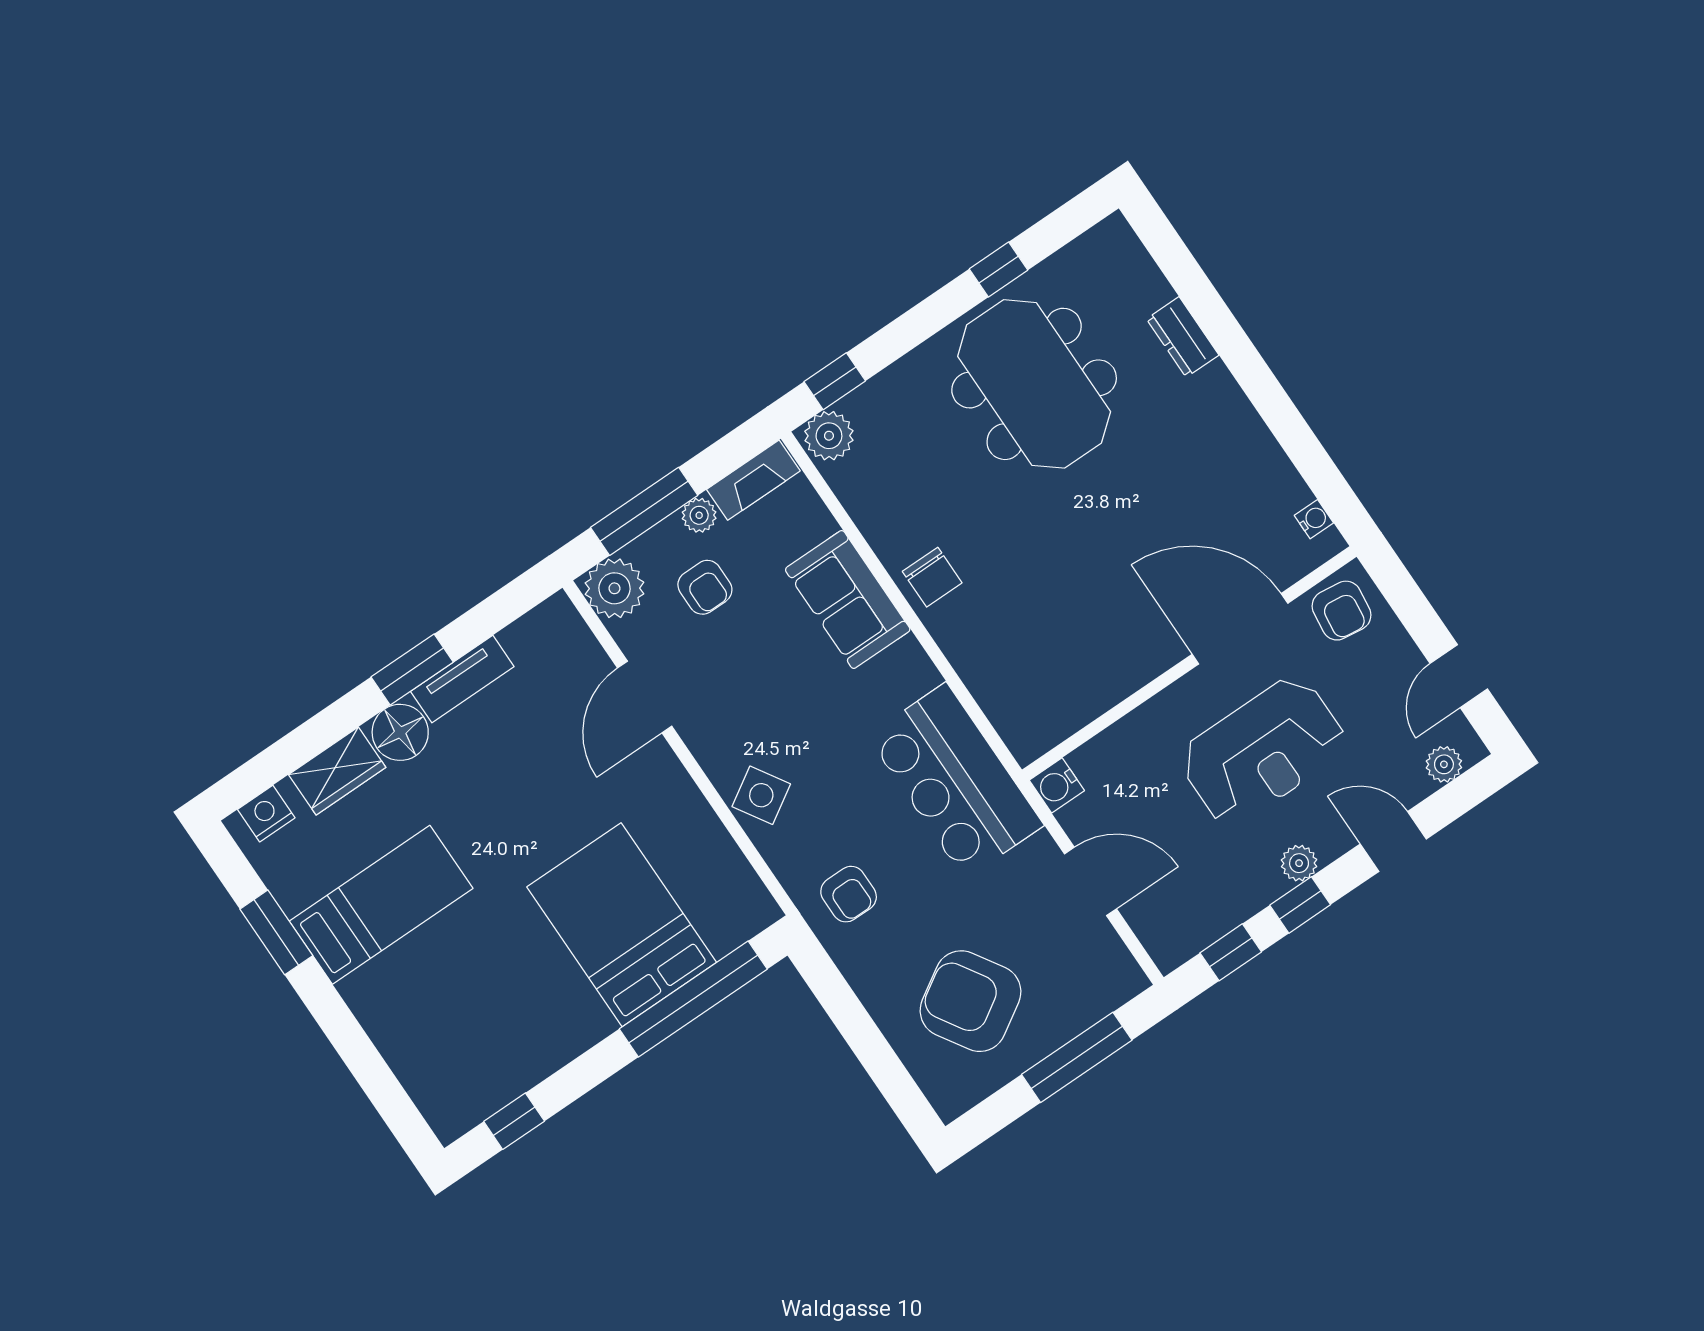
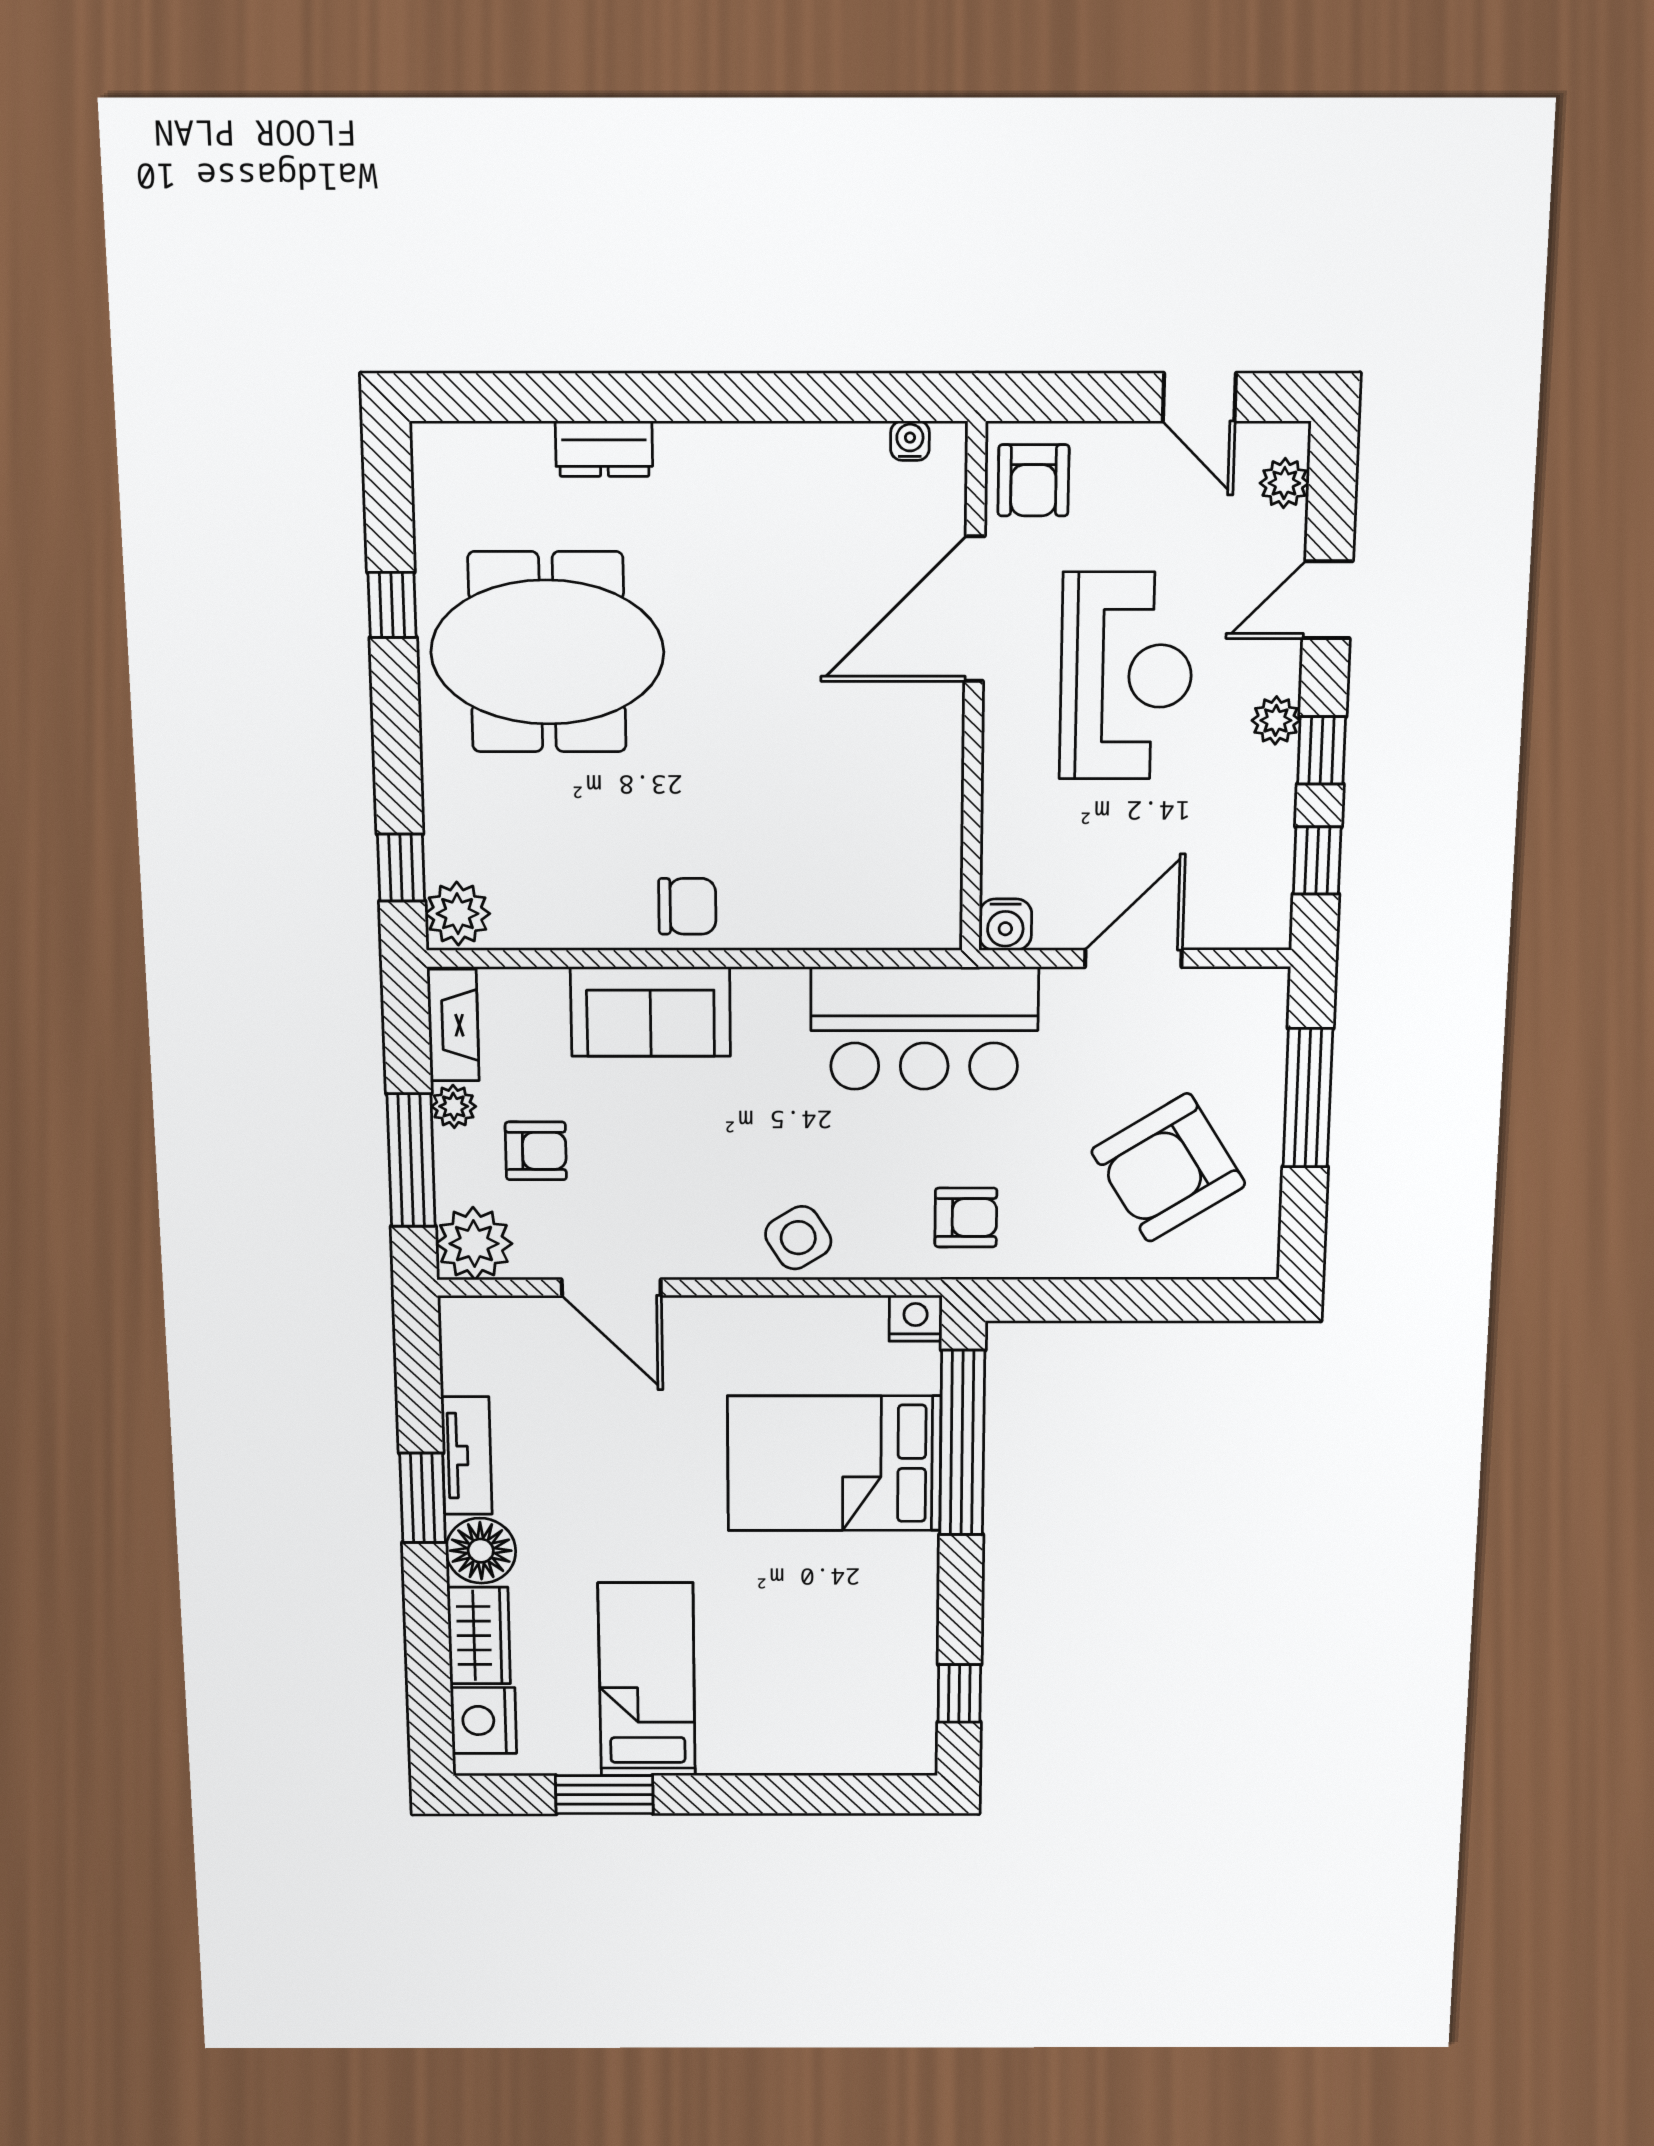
armchair: (1342, 611) -> (1033, 480), turned 83
nightstand: (266, 814) -> (483, 1721), width x1.36, depth x1.33
nightstand: (758, 909) -> (916, 1318), added

